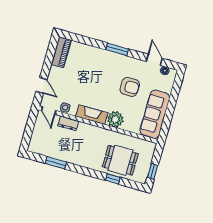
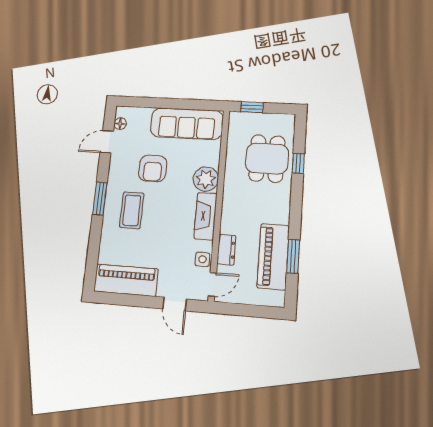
piano: (61, 52) -> (126, 280), width x1.37, depth x1.33
coffee table: (105, 69) -> (132, 210), added
door: (42, 85) -> (175, 304), swing flipped
armchair: (130, 87) -> (153, 168), turned 180
piano: (58, 151) -> (273, 257), added
window: (153, 171) -> (252, 107), moved

